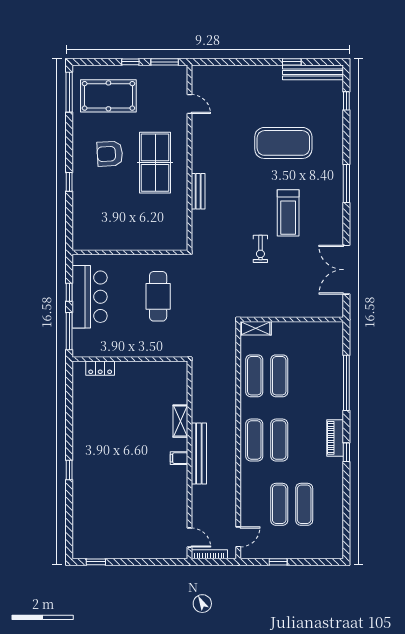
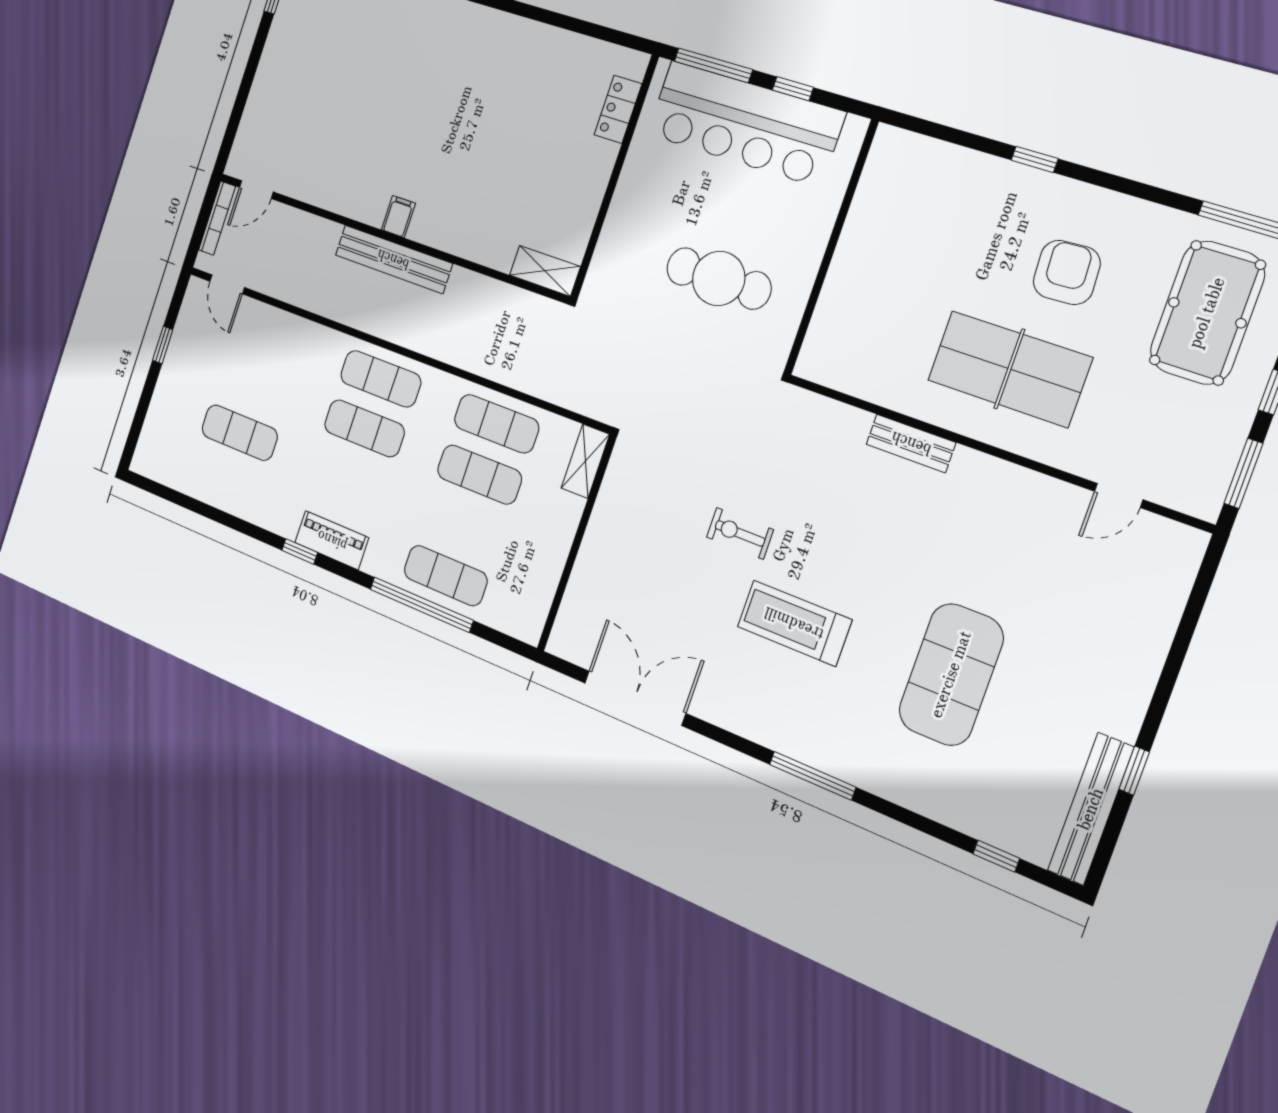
bar counter: (90, 297) -> (745, 123), width x1.36
shelving: (180, 421) -> (545, 271), moved
exercise mat: (279, 504) -> (446, 576), moved

